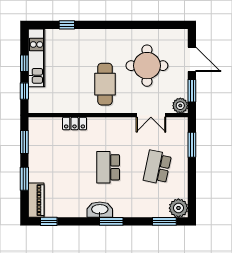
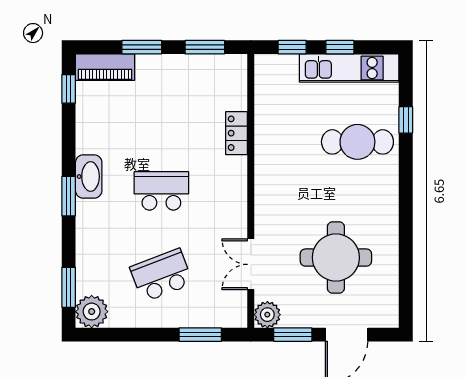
cafe table: (105, 84) -> (357, 142), moved
school desk: (157, 167) -> (161, 275), turned -33

